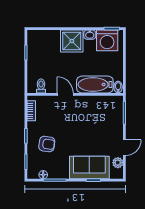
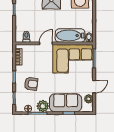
door: (65, 94) -> (46, 43), hinge flipped
corner sofa: (98, 113) -> (73, 59), added
plant: (61, 172) -> (43, 106), added

